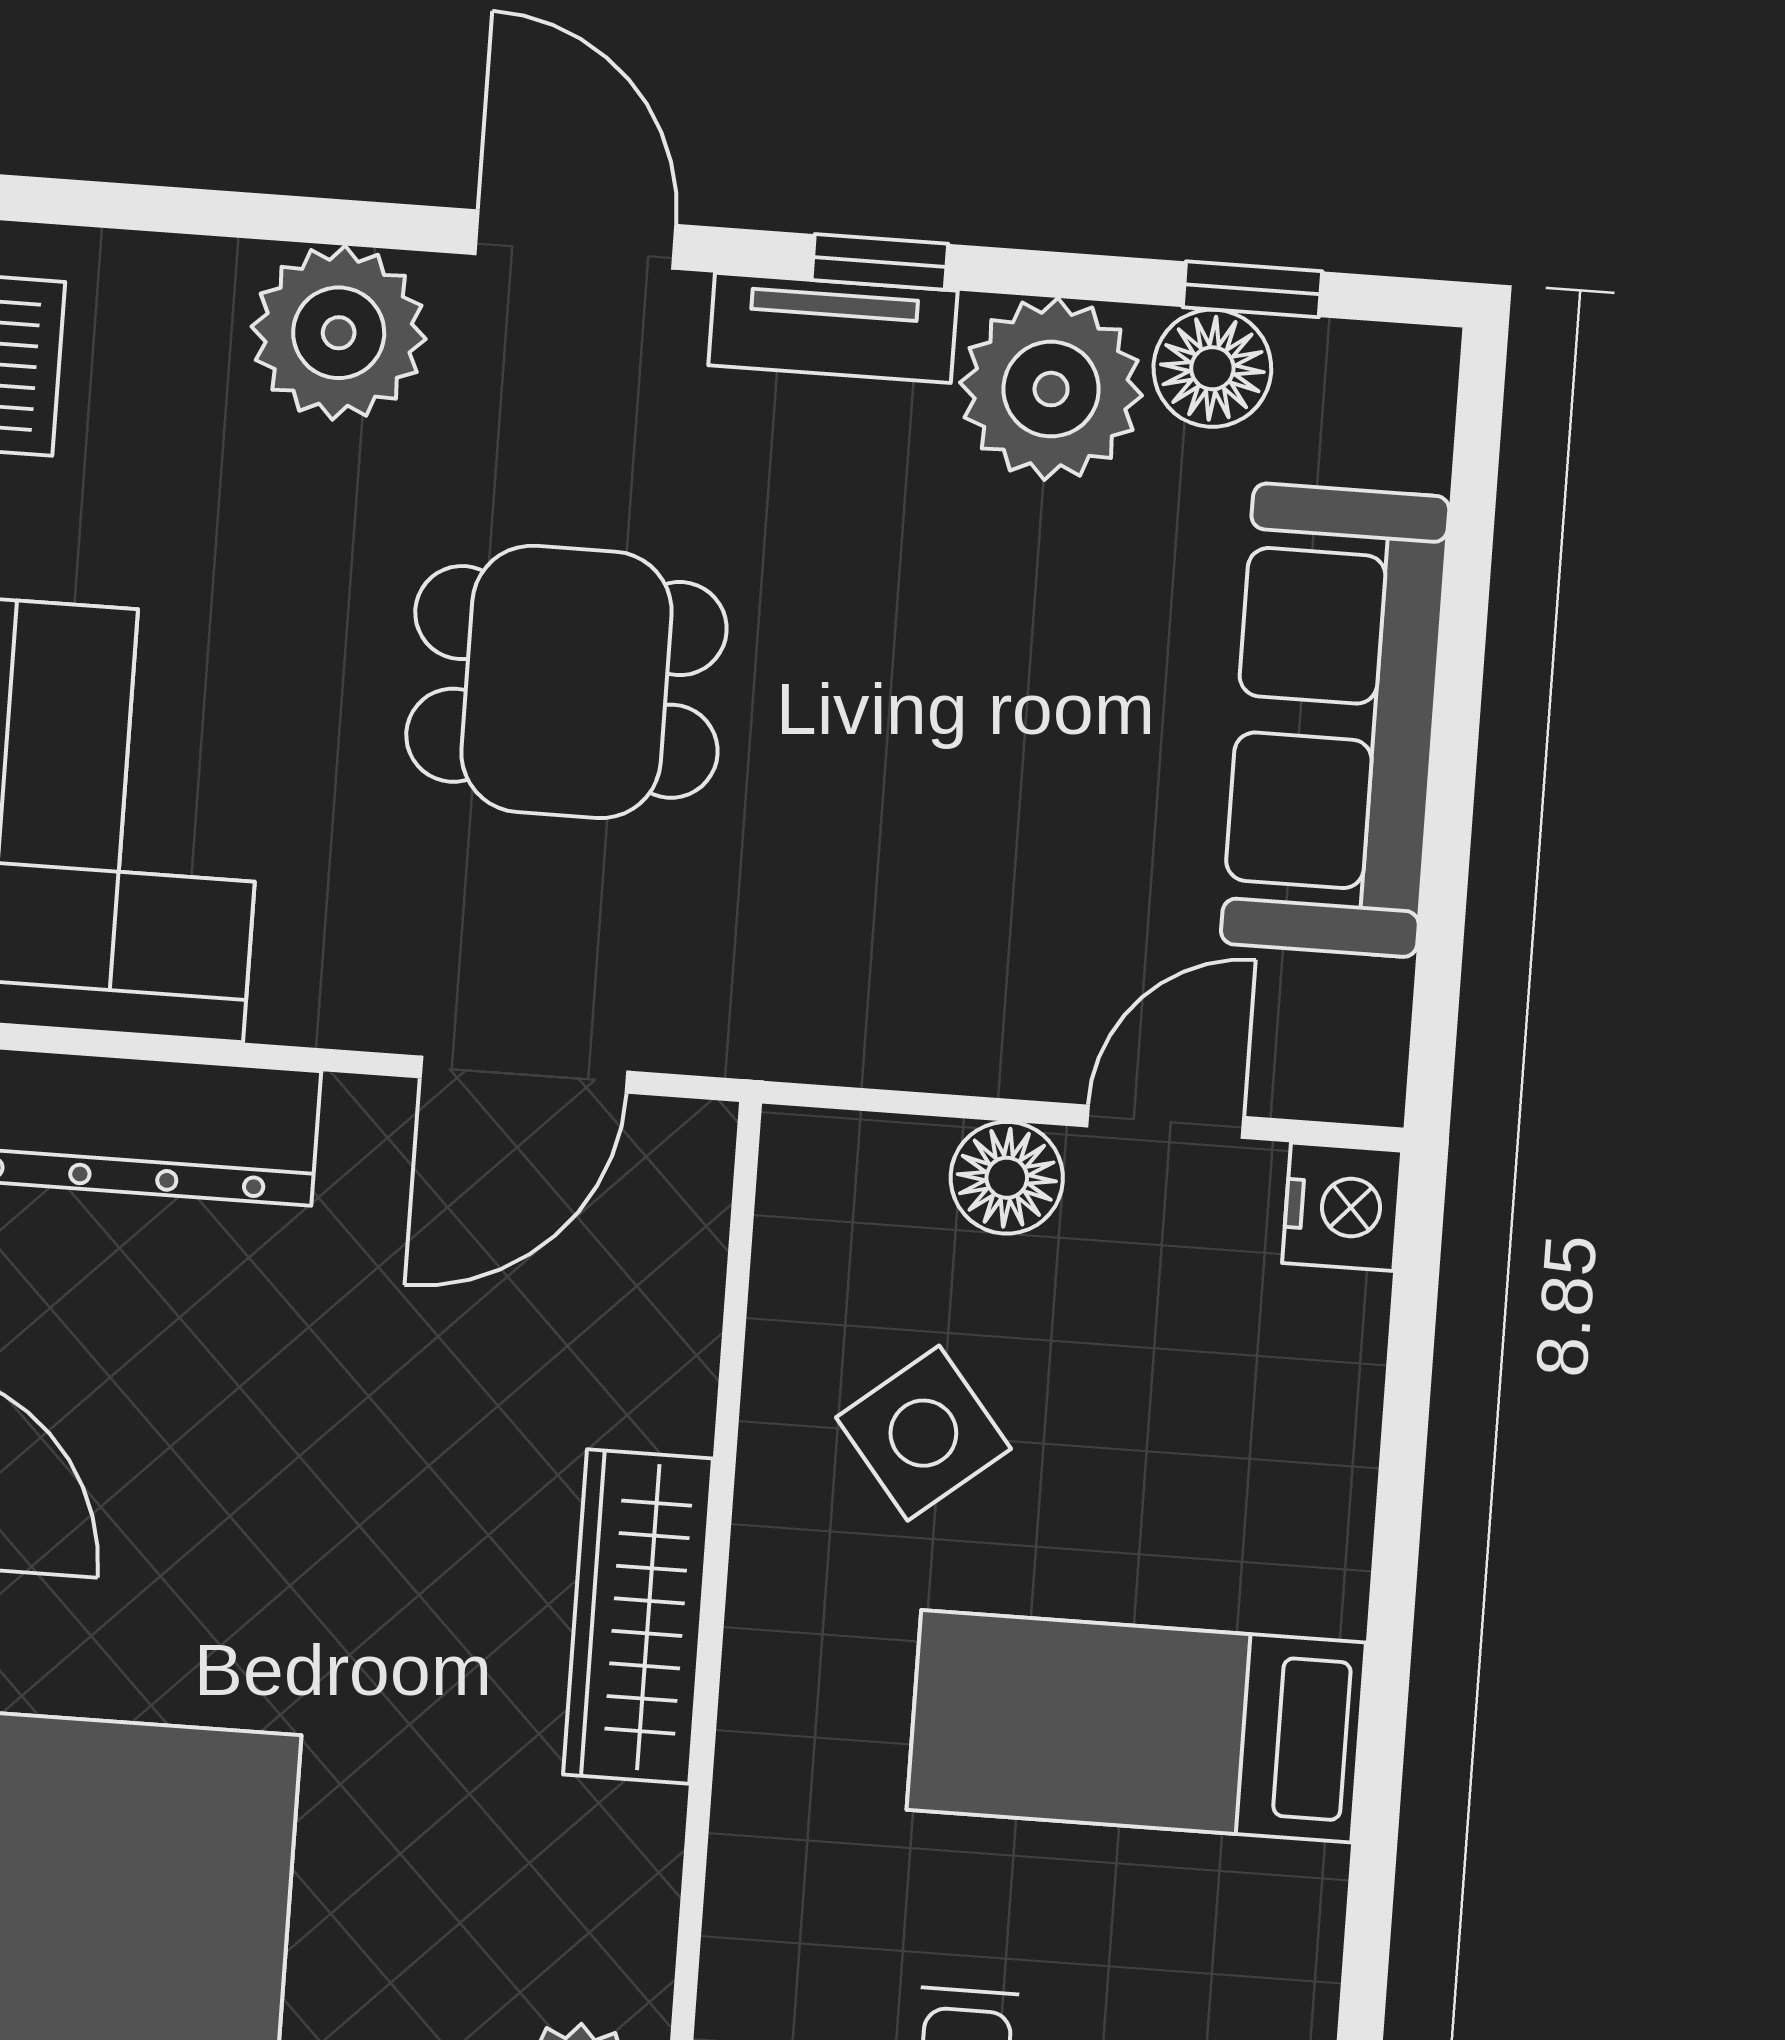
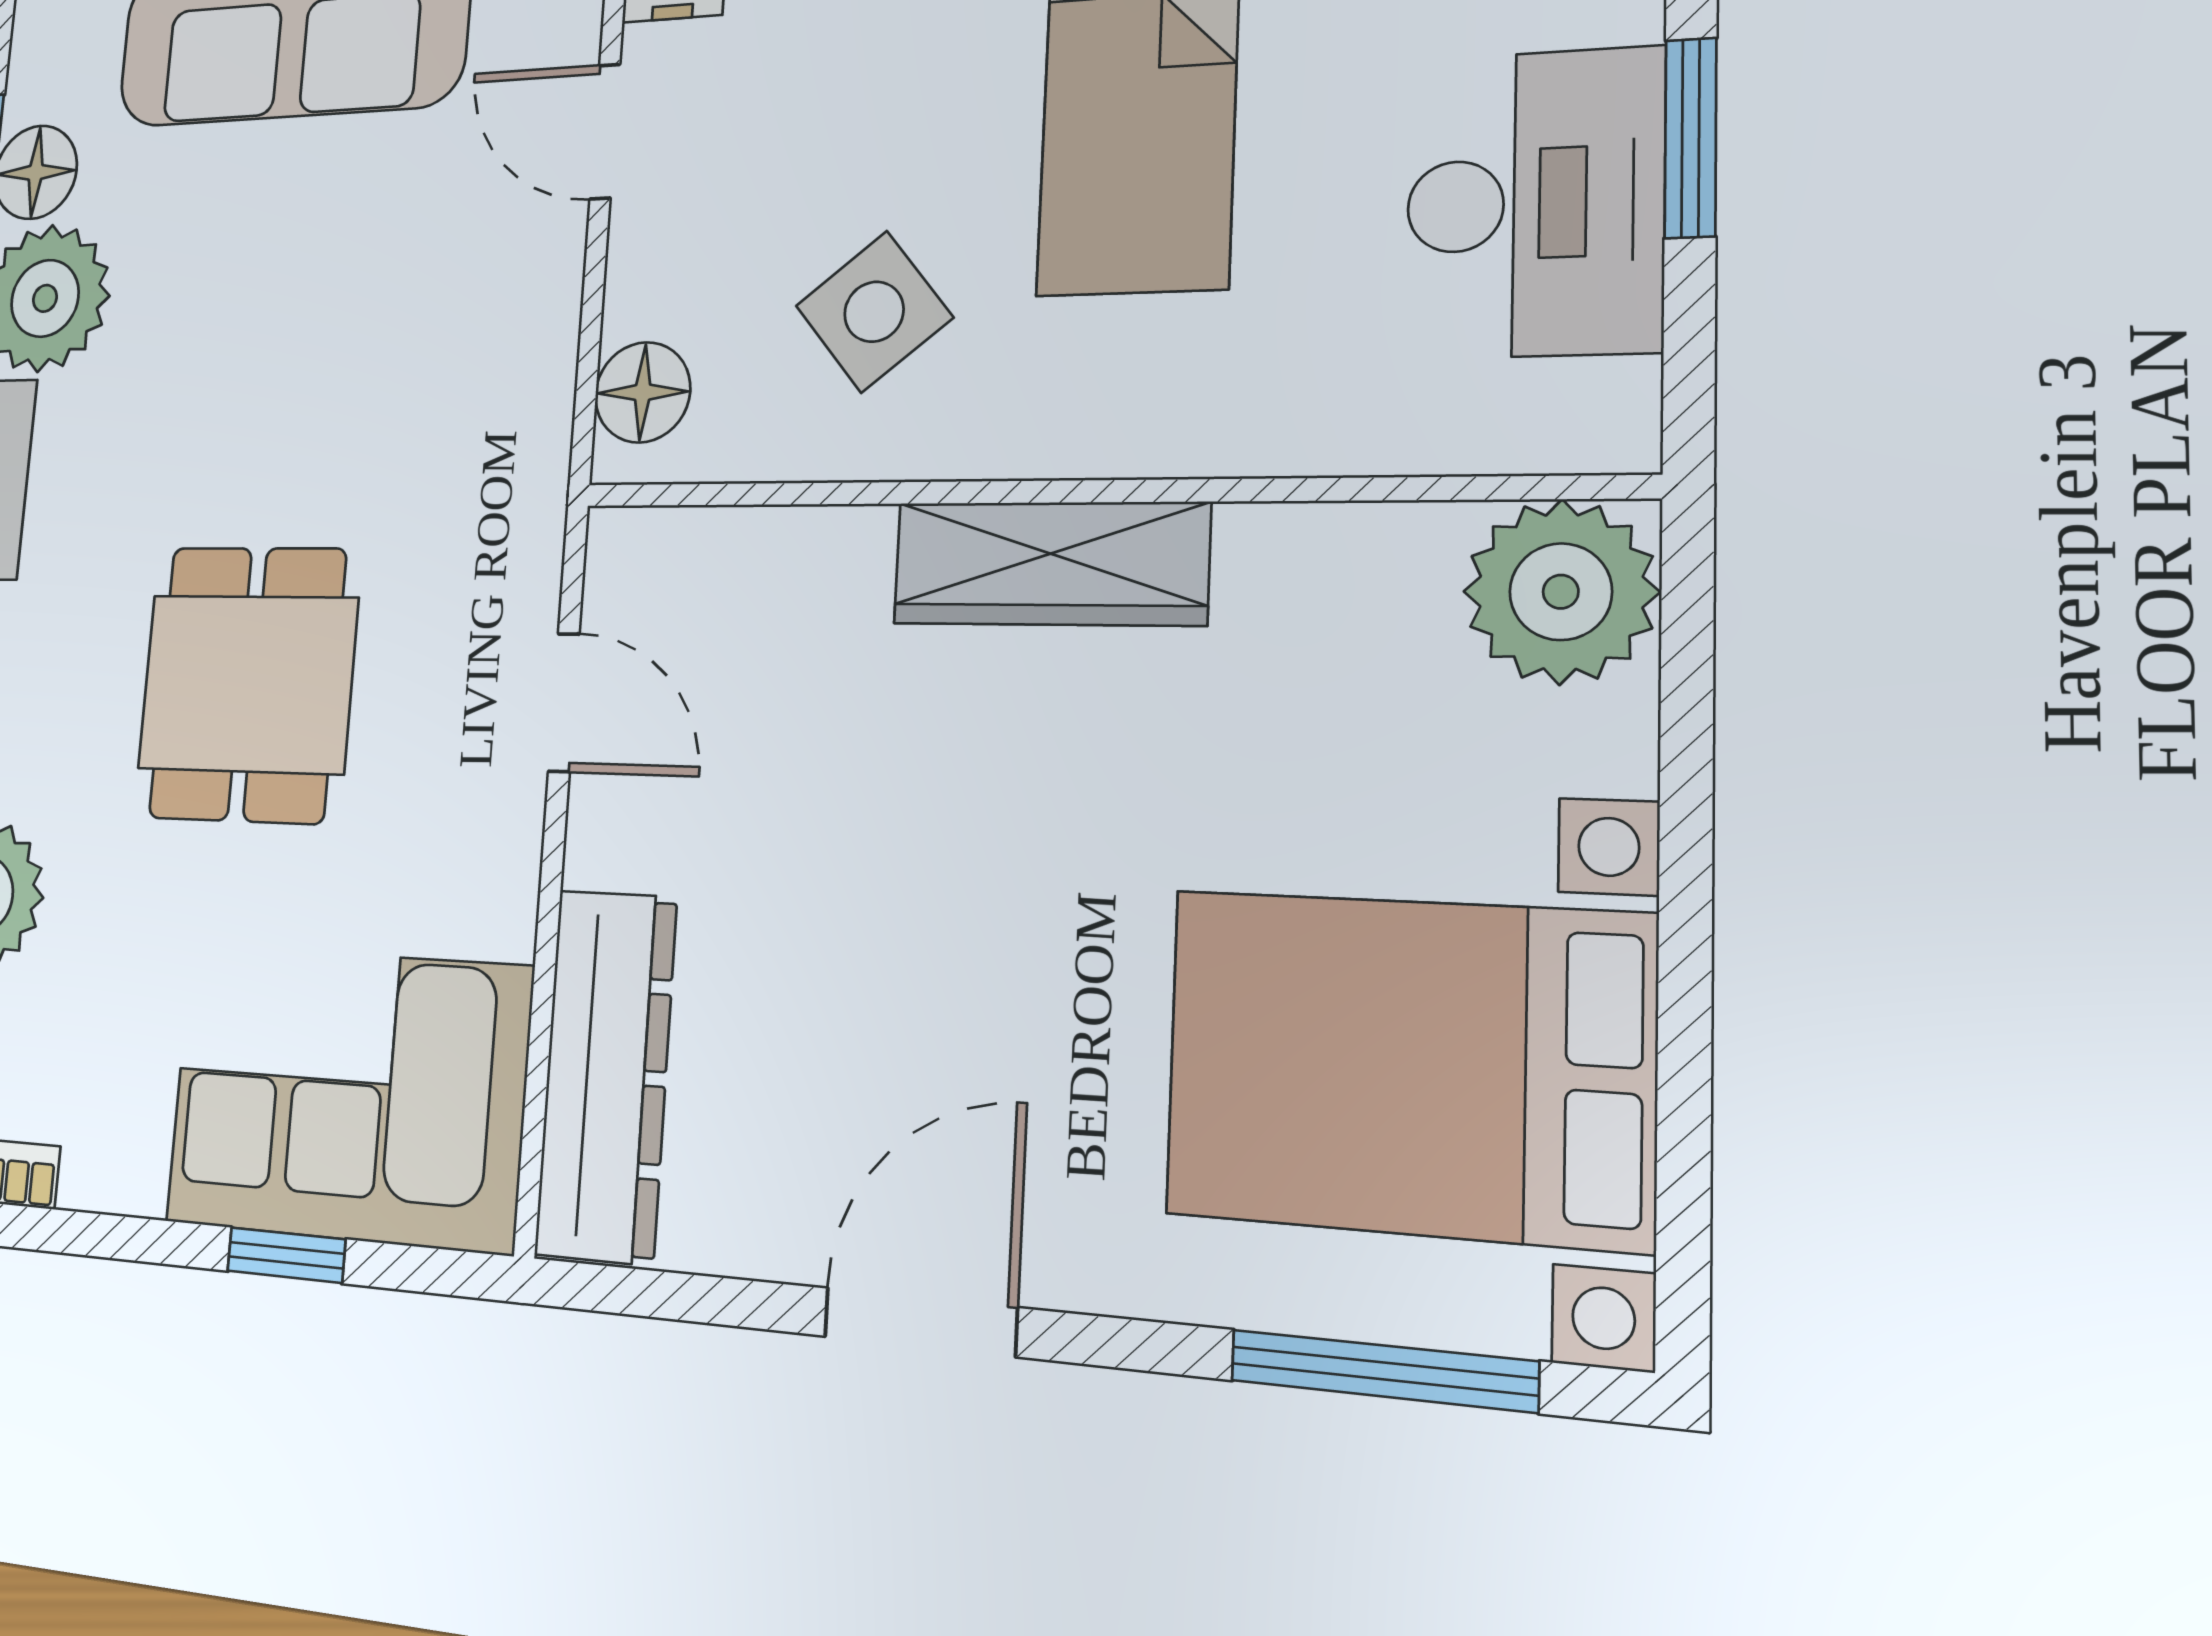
door: (524, 1075) -> (564, 703), width x0.73
floor lamp: (1007, 1178) -> (643, 392), moved

